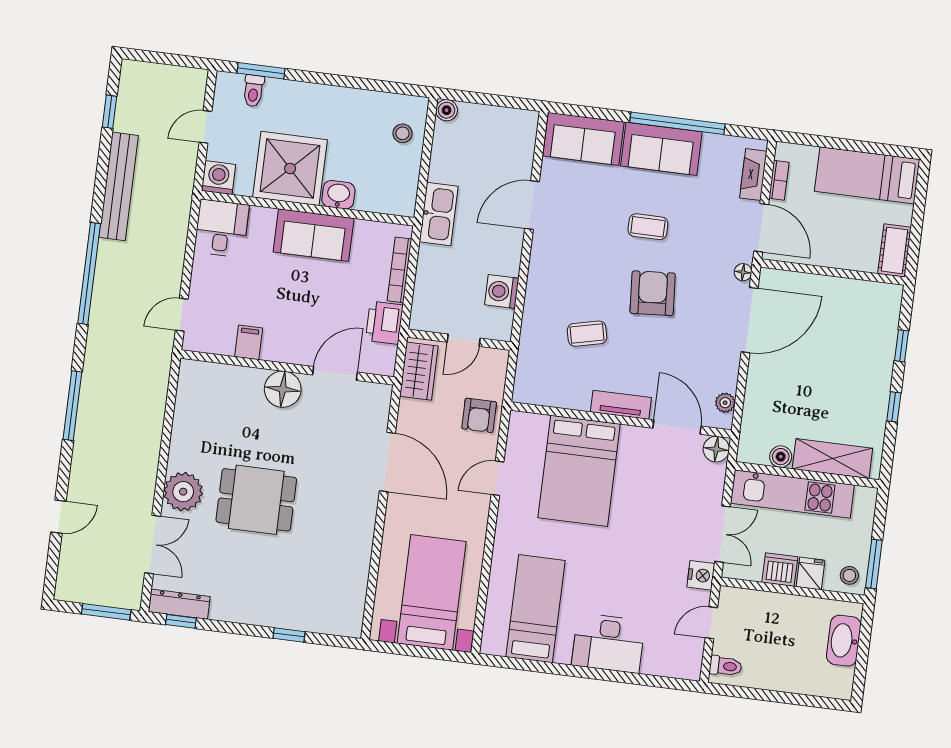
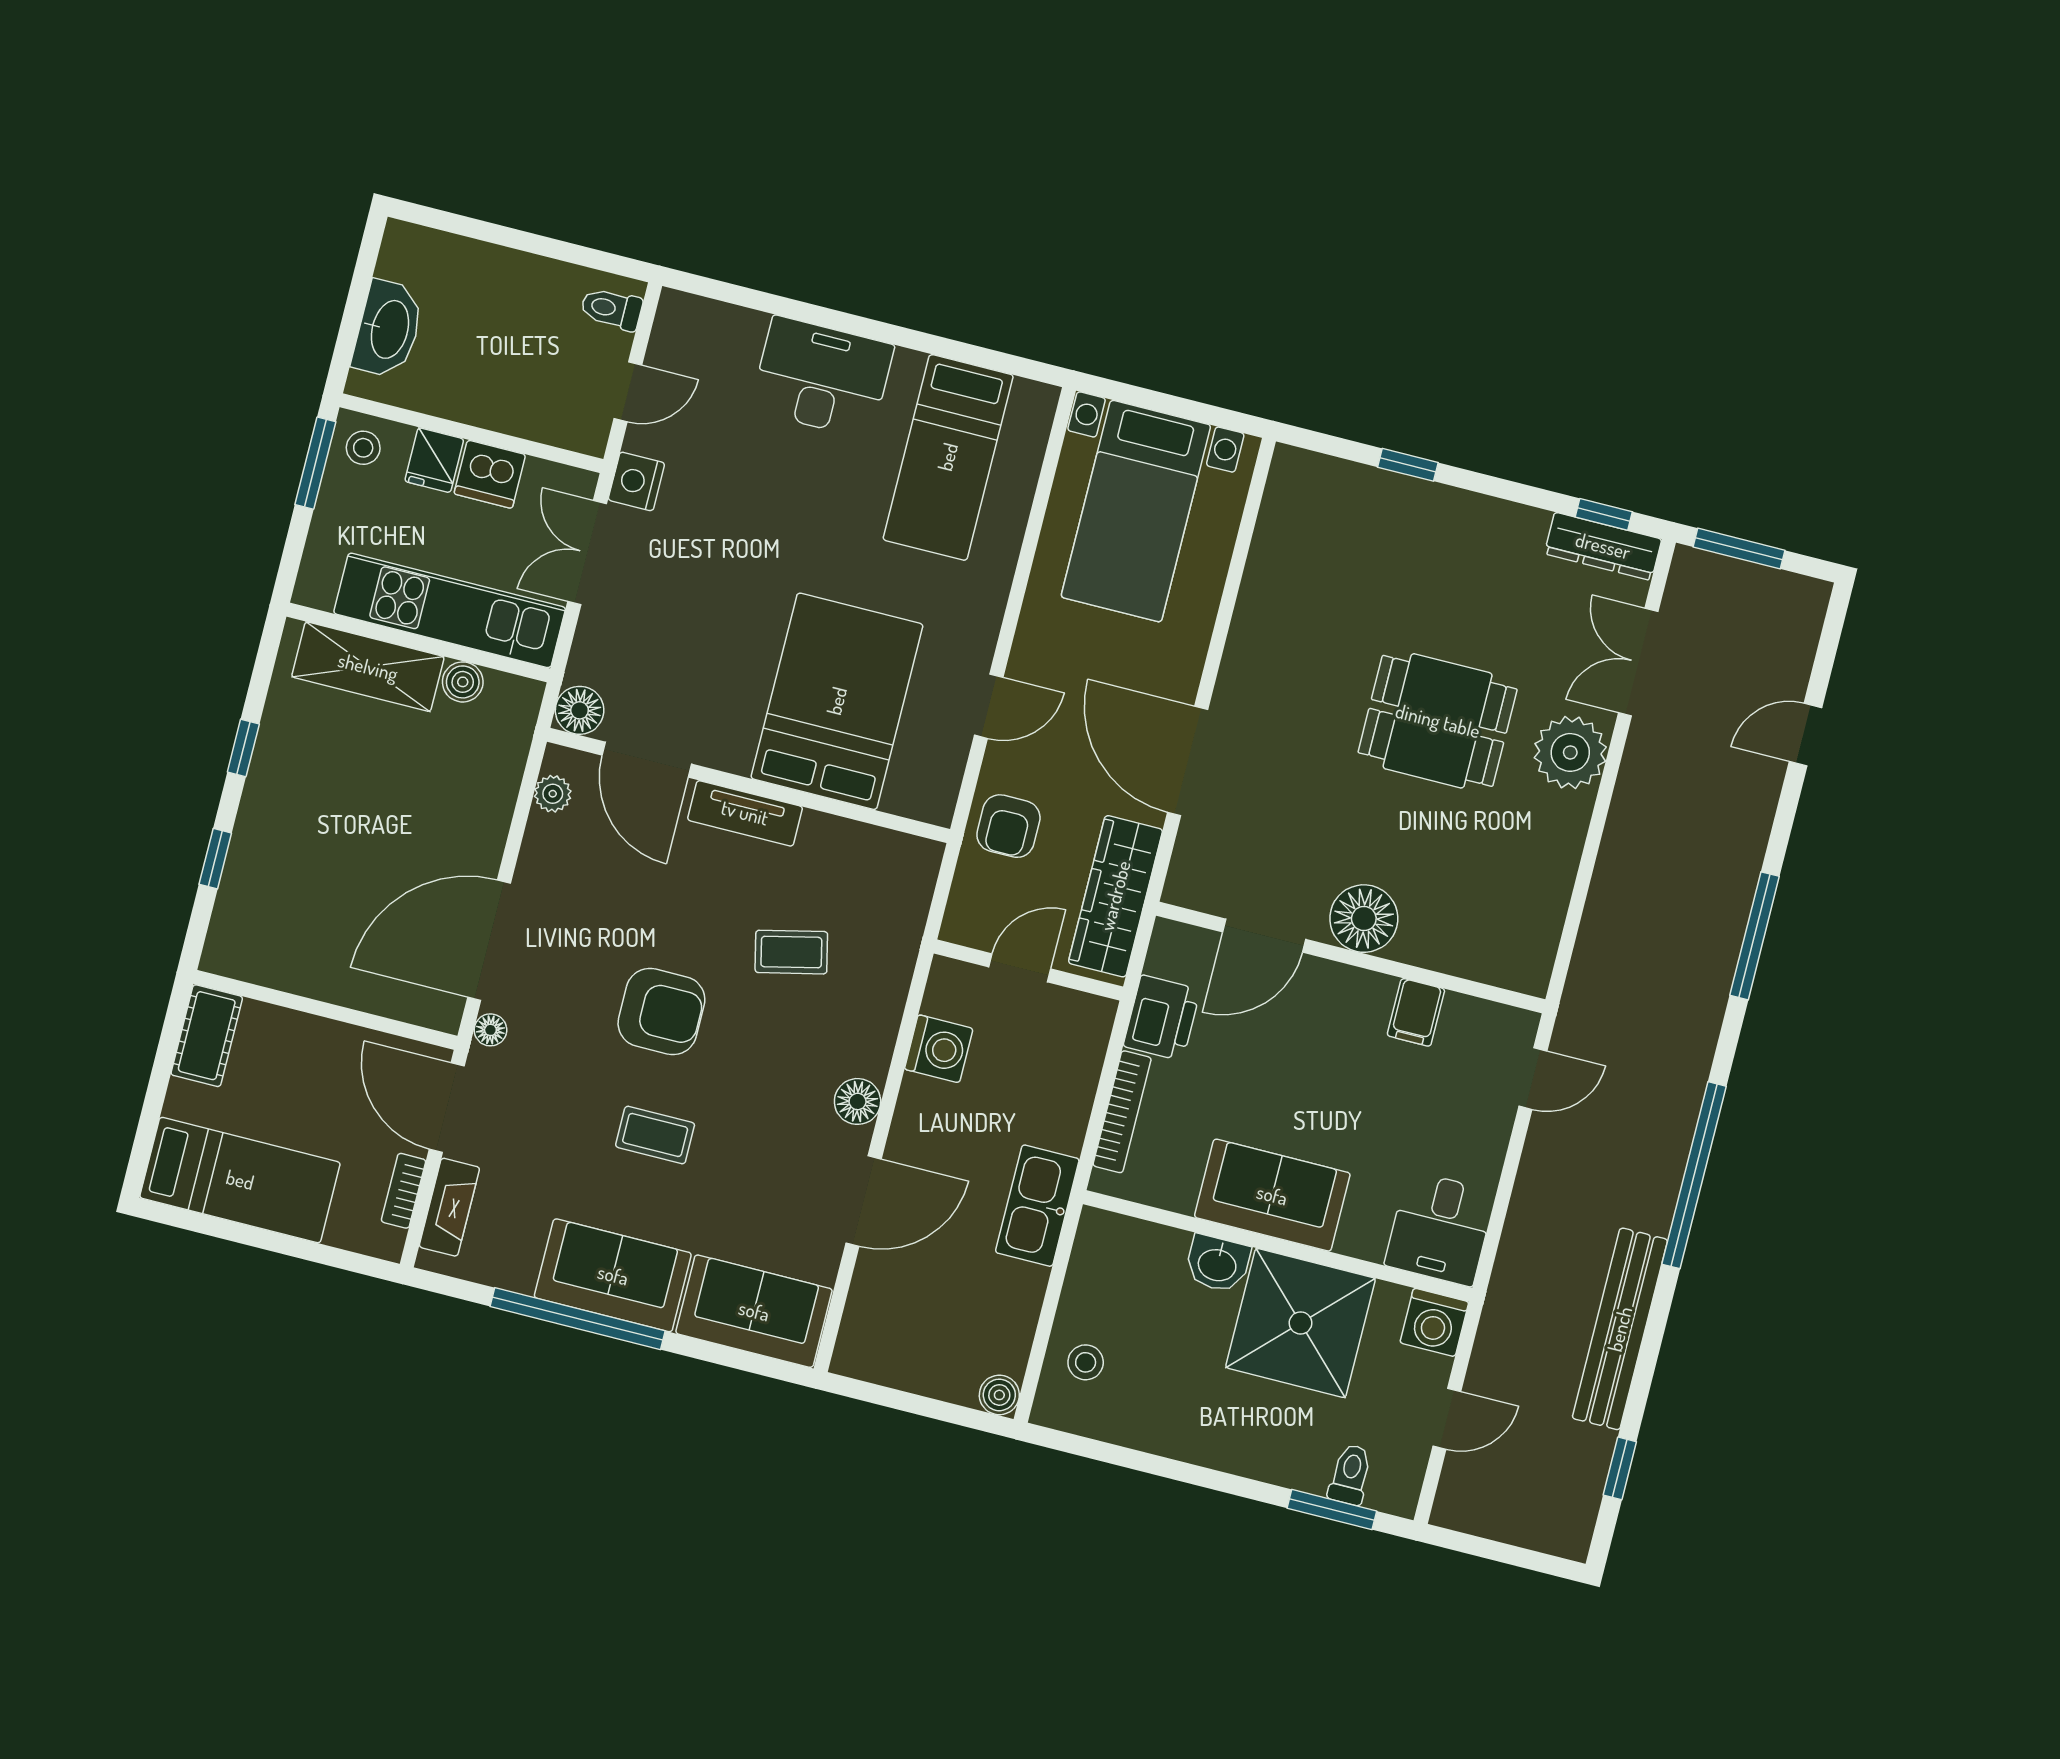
floor lamp: (542, 258) -> (858, 1101), added
armchair: (653, 293) -> (661, 1012), turned -86
wardrobe: (419, 371) -> (1115, 896), width x1.50
armchair: (479, 415) -> (1008, 826), turned 180

